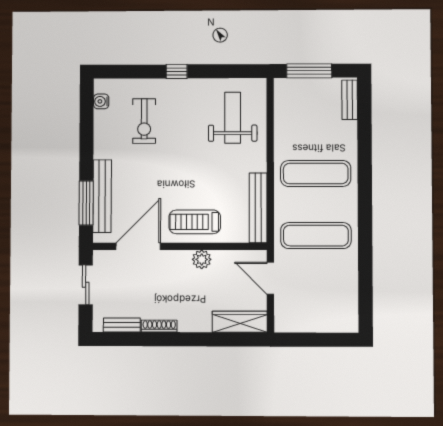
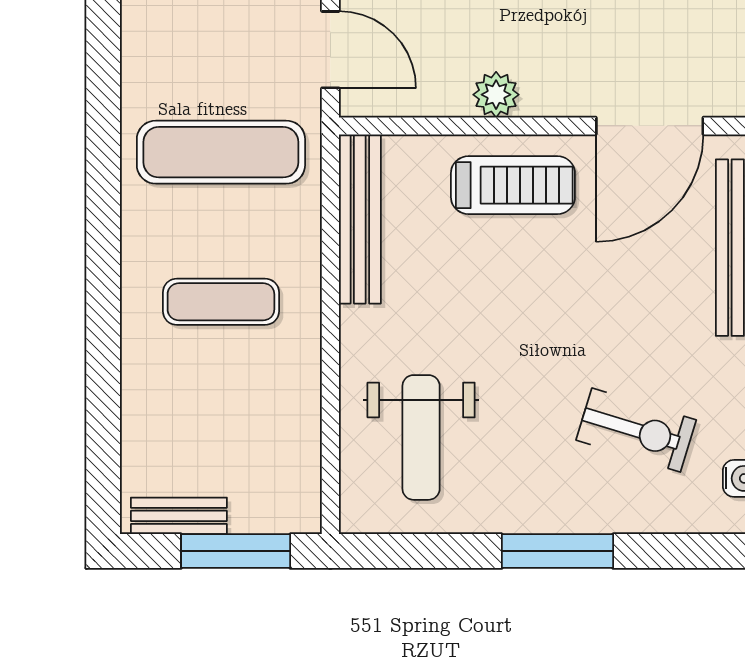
window: (177, 71) -> (557, 551), width x2.17
bench: (350, 100) -> (179, 516), moved, turned 90
exercise bike: (144, 121) -> (636, 430), turned 107
exercise mat: (316, 173) -> (221, 302), width x0.73, depth x0.69

